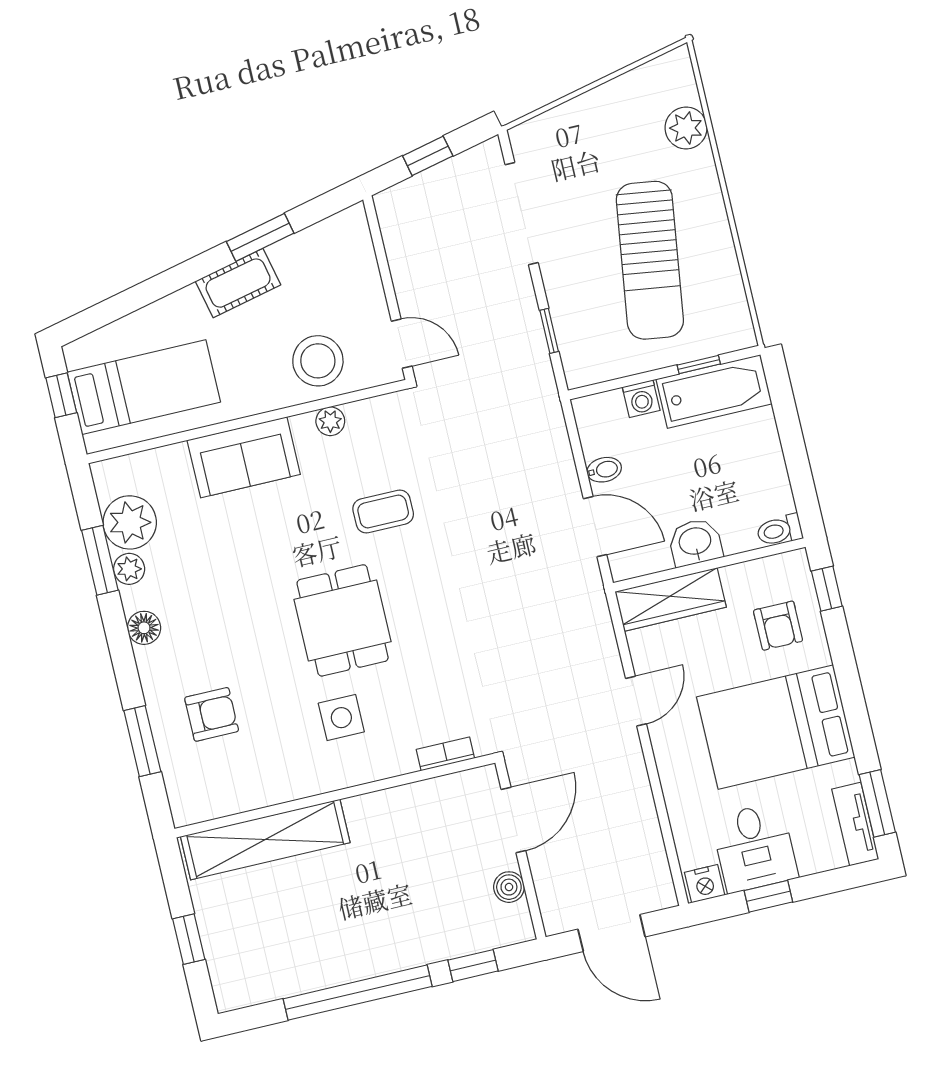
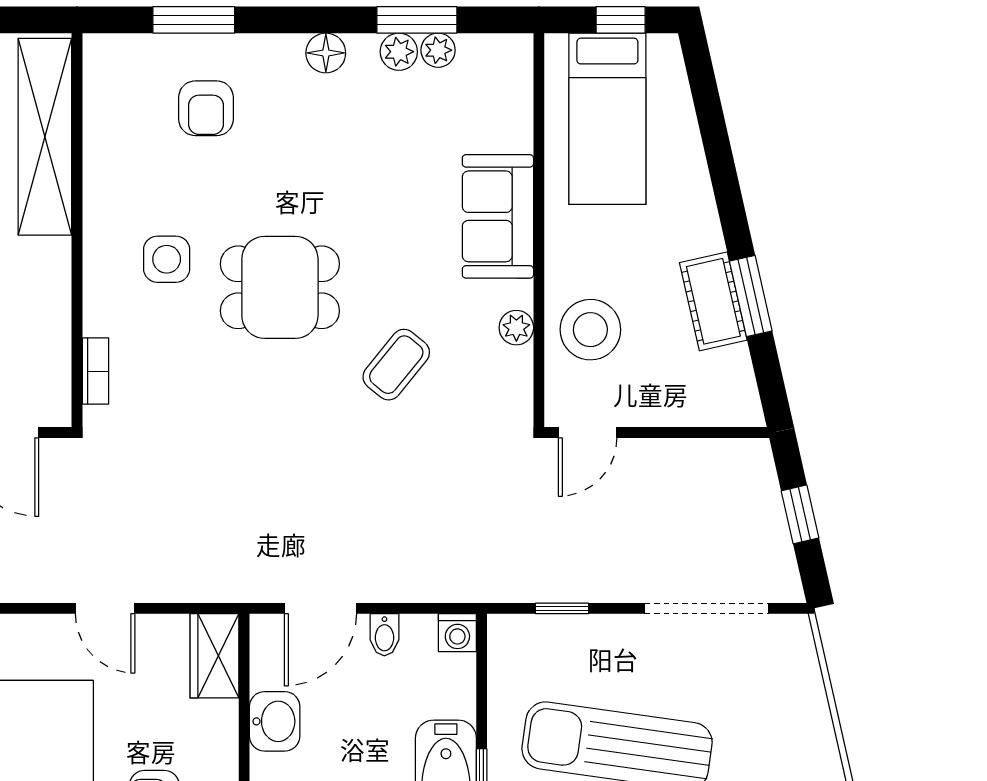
cot: (238, 283) -> (713, 301), moved
washing machine: (641, 399) -> (457, 633), moved, turned -90
coffee table: (383, 511) -> (396, 365), turned 39
plant: (130, 522) -> (438, 50), width x0.53, depth x0.53
wardrobe: (671, 599) -> (214, 656), width x0.67

